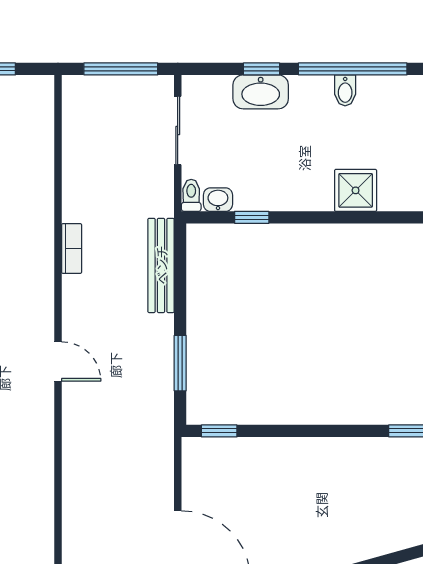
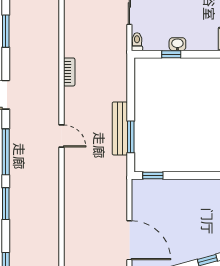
washbasin: (218, 200) -> (177, 44), moved
bench: (161, 265) -> (120, 128), moved

